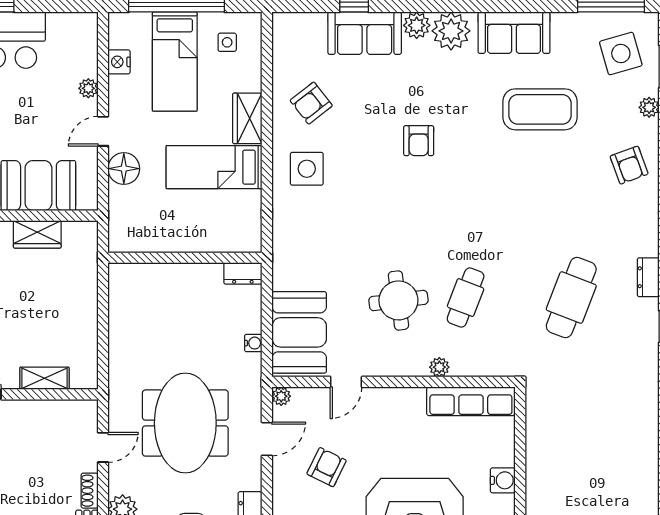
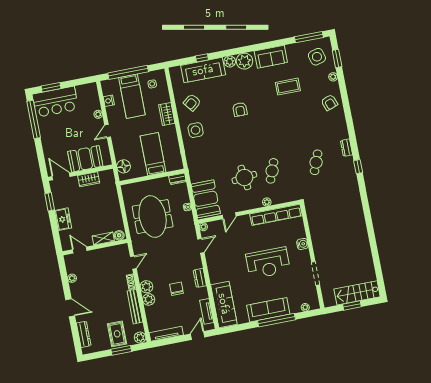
sofa: (365, 33) -> (203, 70), width x1.36
coffee table: (540, 109) -> (288, 87), width x0.73, depth x0.76
bed: (214, 167) -> (153, 154), moved, turned 90
floor lamp: (124, 169) -> (124, 166), moved
cafe table: (571, 298) -> (316, 162), width x0.73, depth x0.74
boiler: (82, 378) -> (119, 235), added
row of seats: (471, 401) -> (276, 215), width x1.36
meeting table: (185, 423) -> (153, 217), moved
armchair: (327, 467) -> (228, 253), removed

